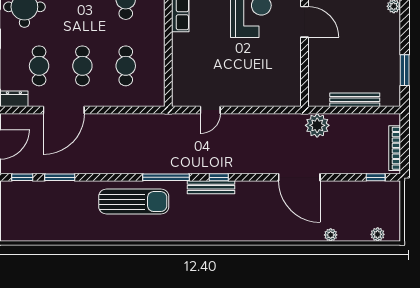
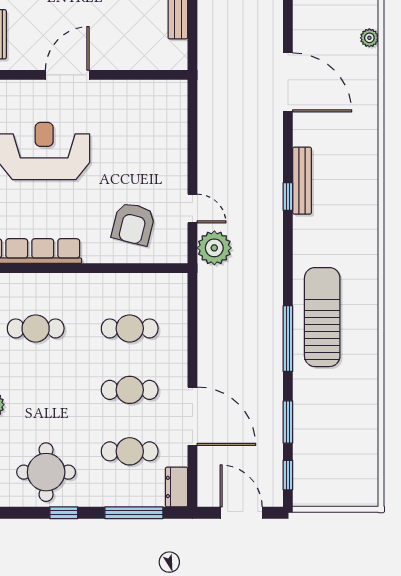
armchair: (199, 68) -> (133, 224), added
plant: (317, 125) -> (214, 248), moved
window: (166, 177) -> (288, 339), moved
door: (299, 177) -> (288, 82), hinge flipped
bench: (211, 187) -> (302, 181), moved

